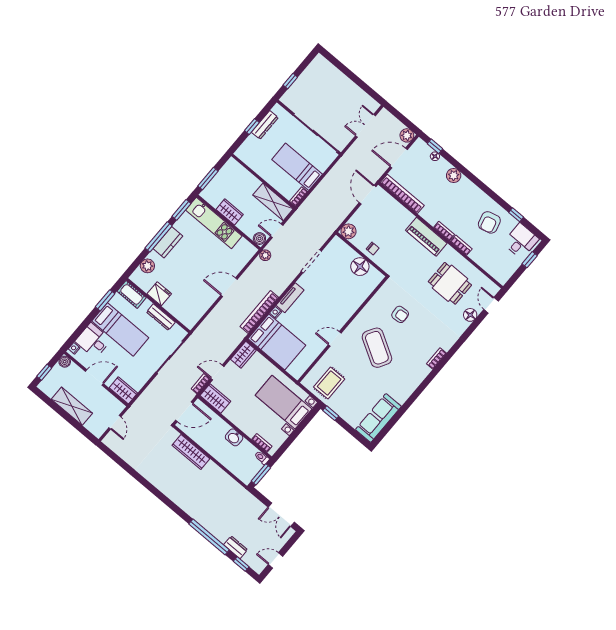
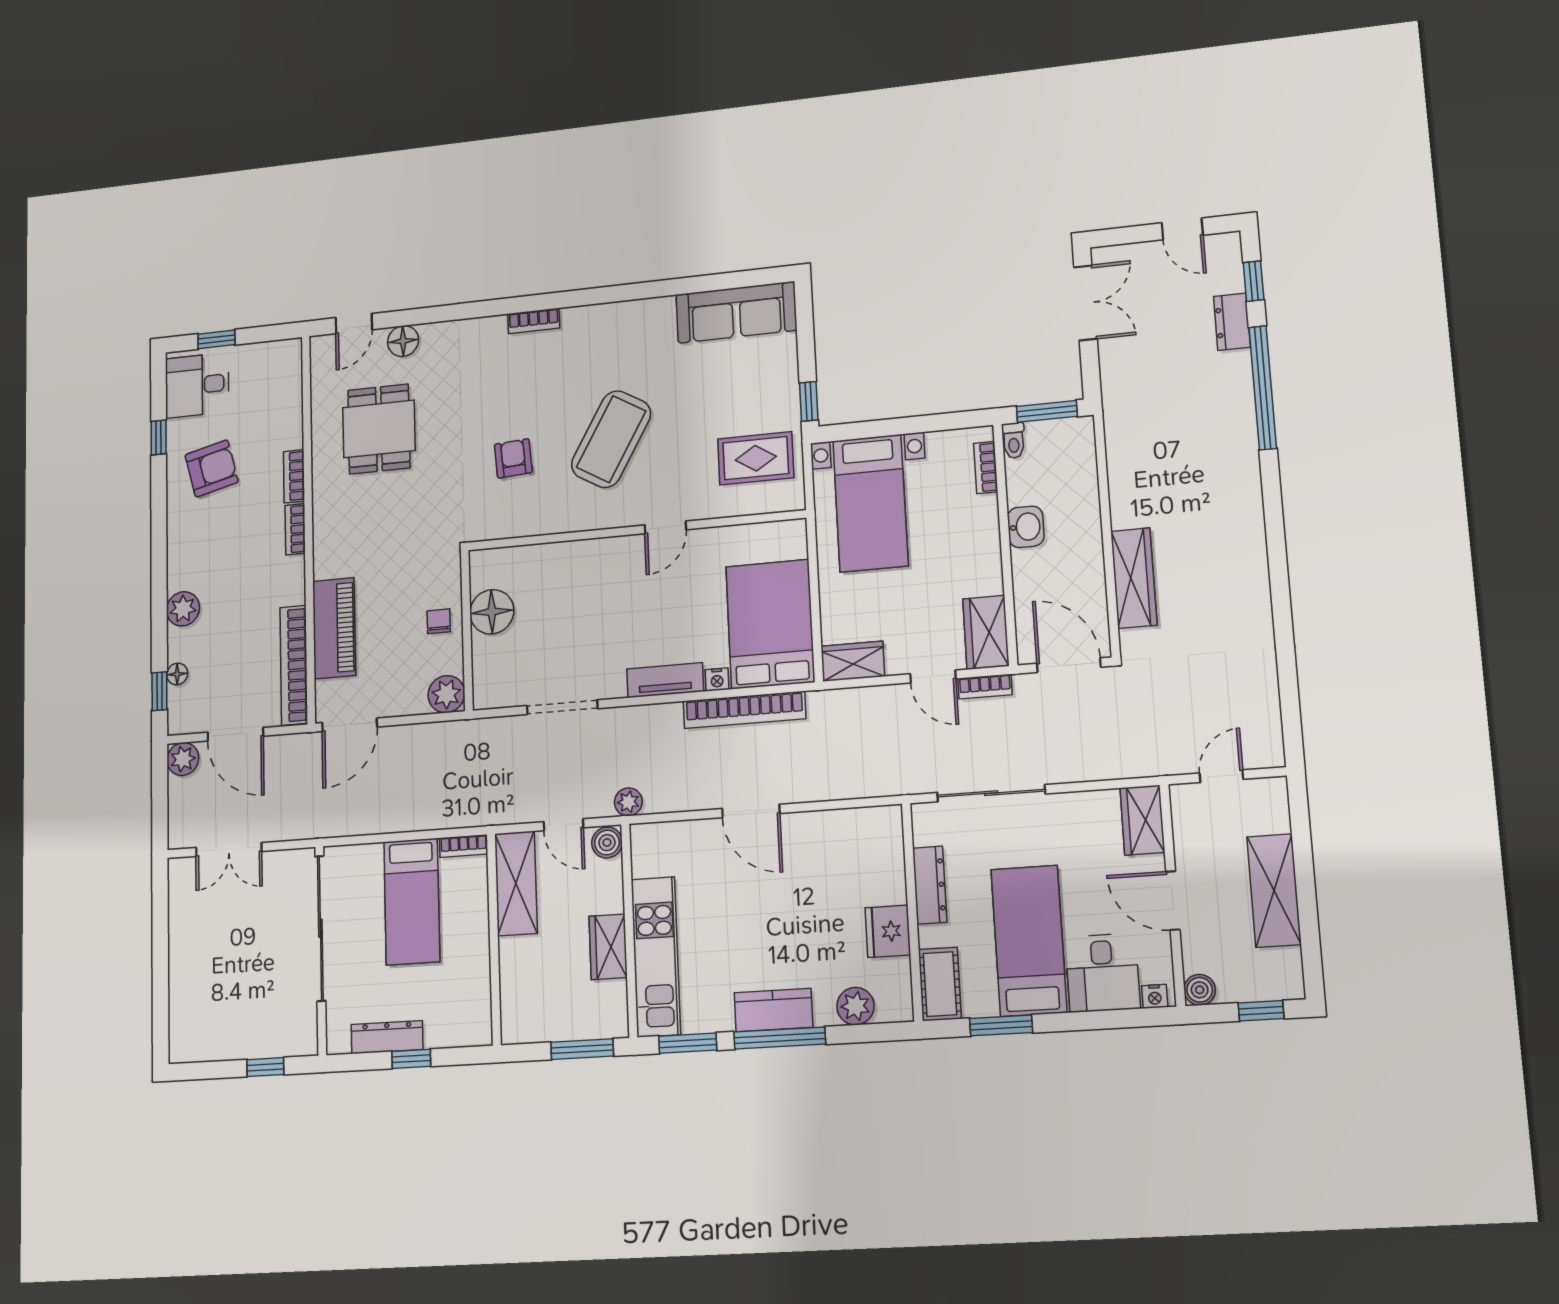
piano: (426, 237) -> (334, 628), moved
door: (335, 339) -> (665, 527), hinge flipped

